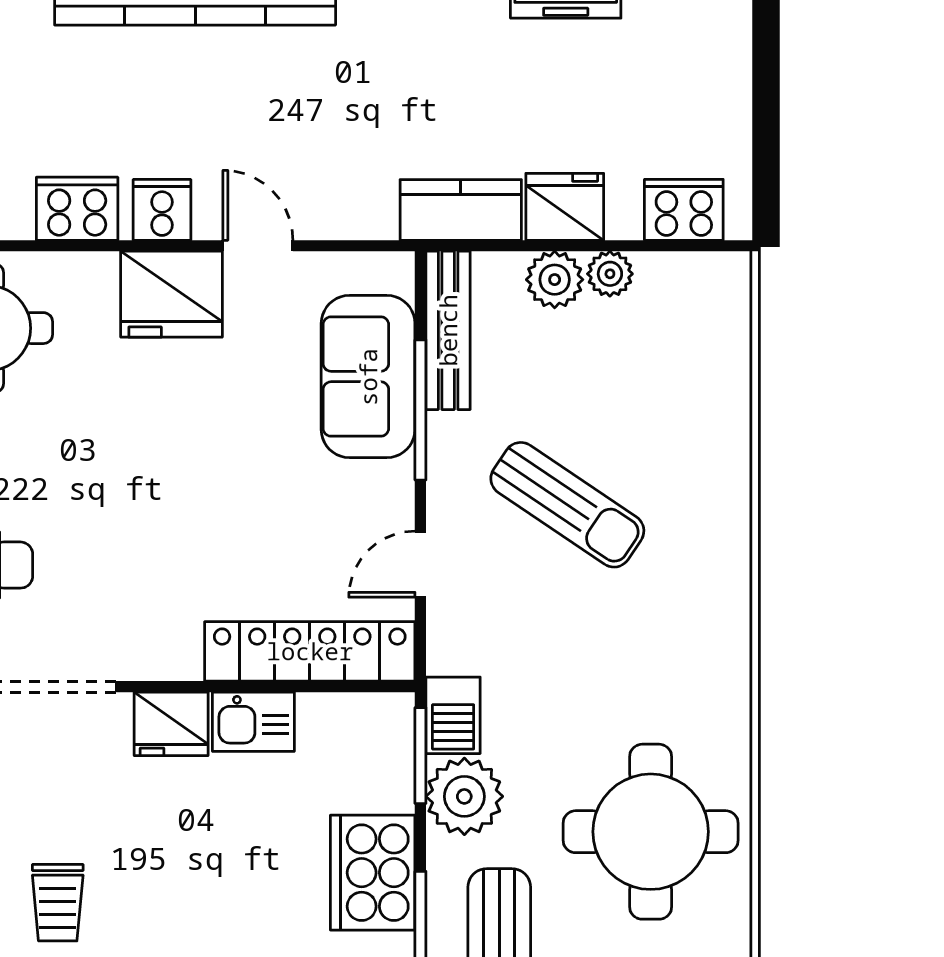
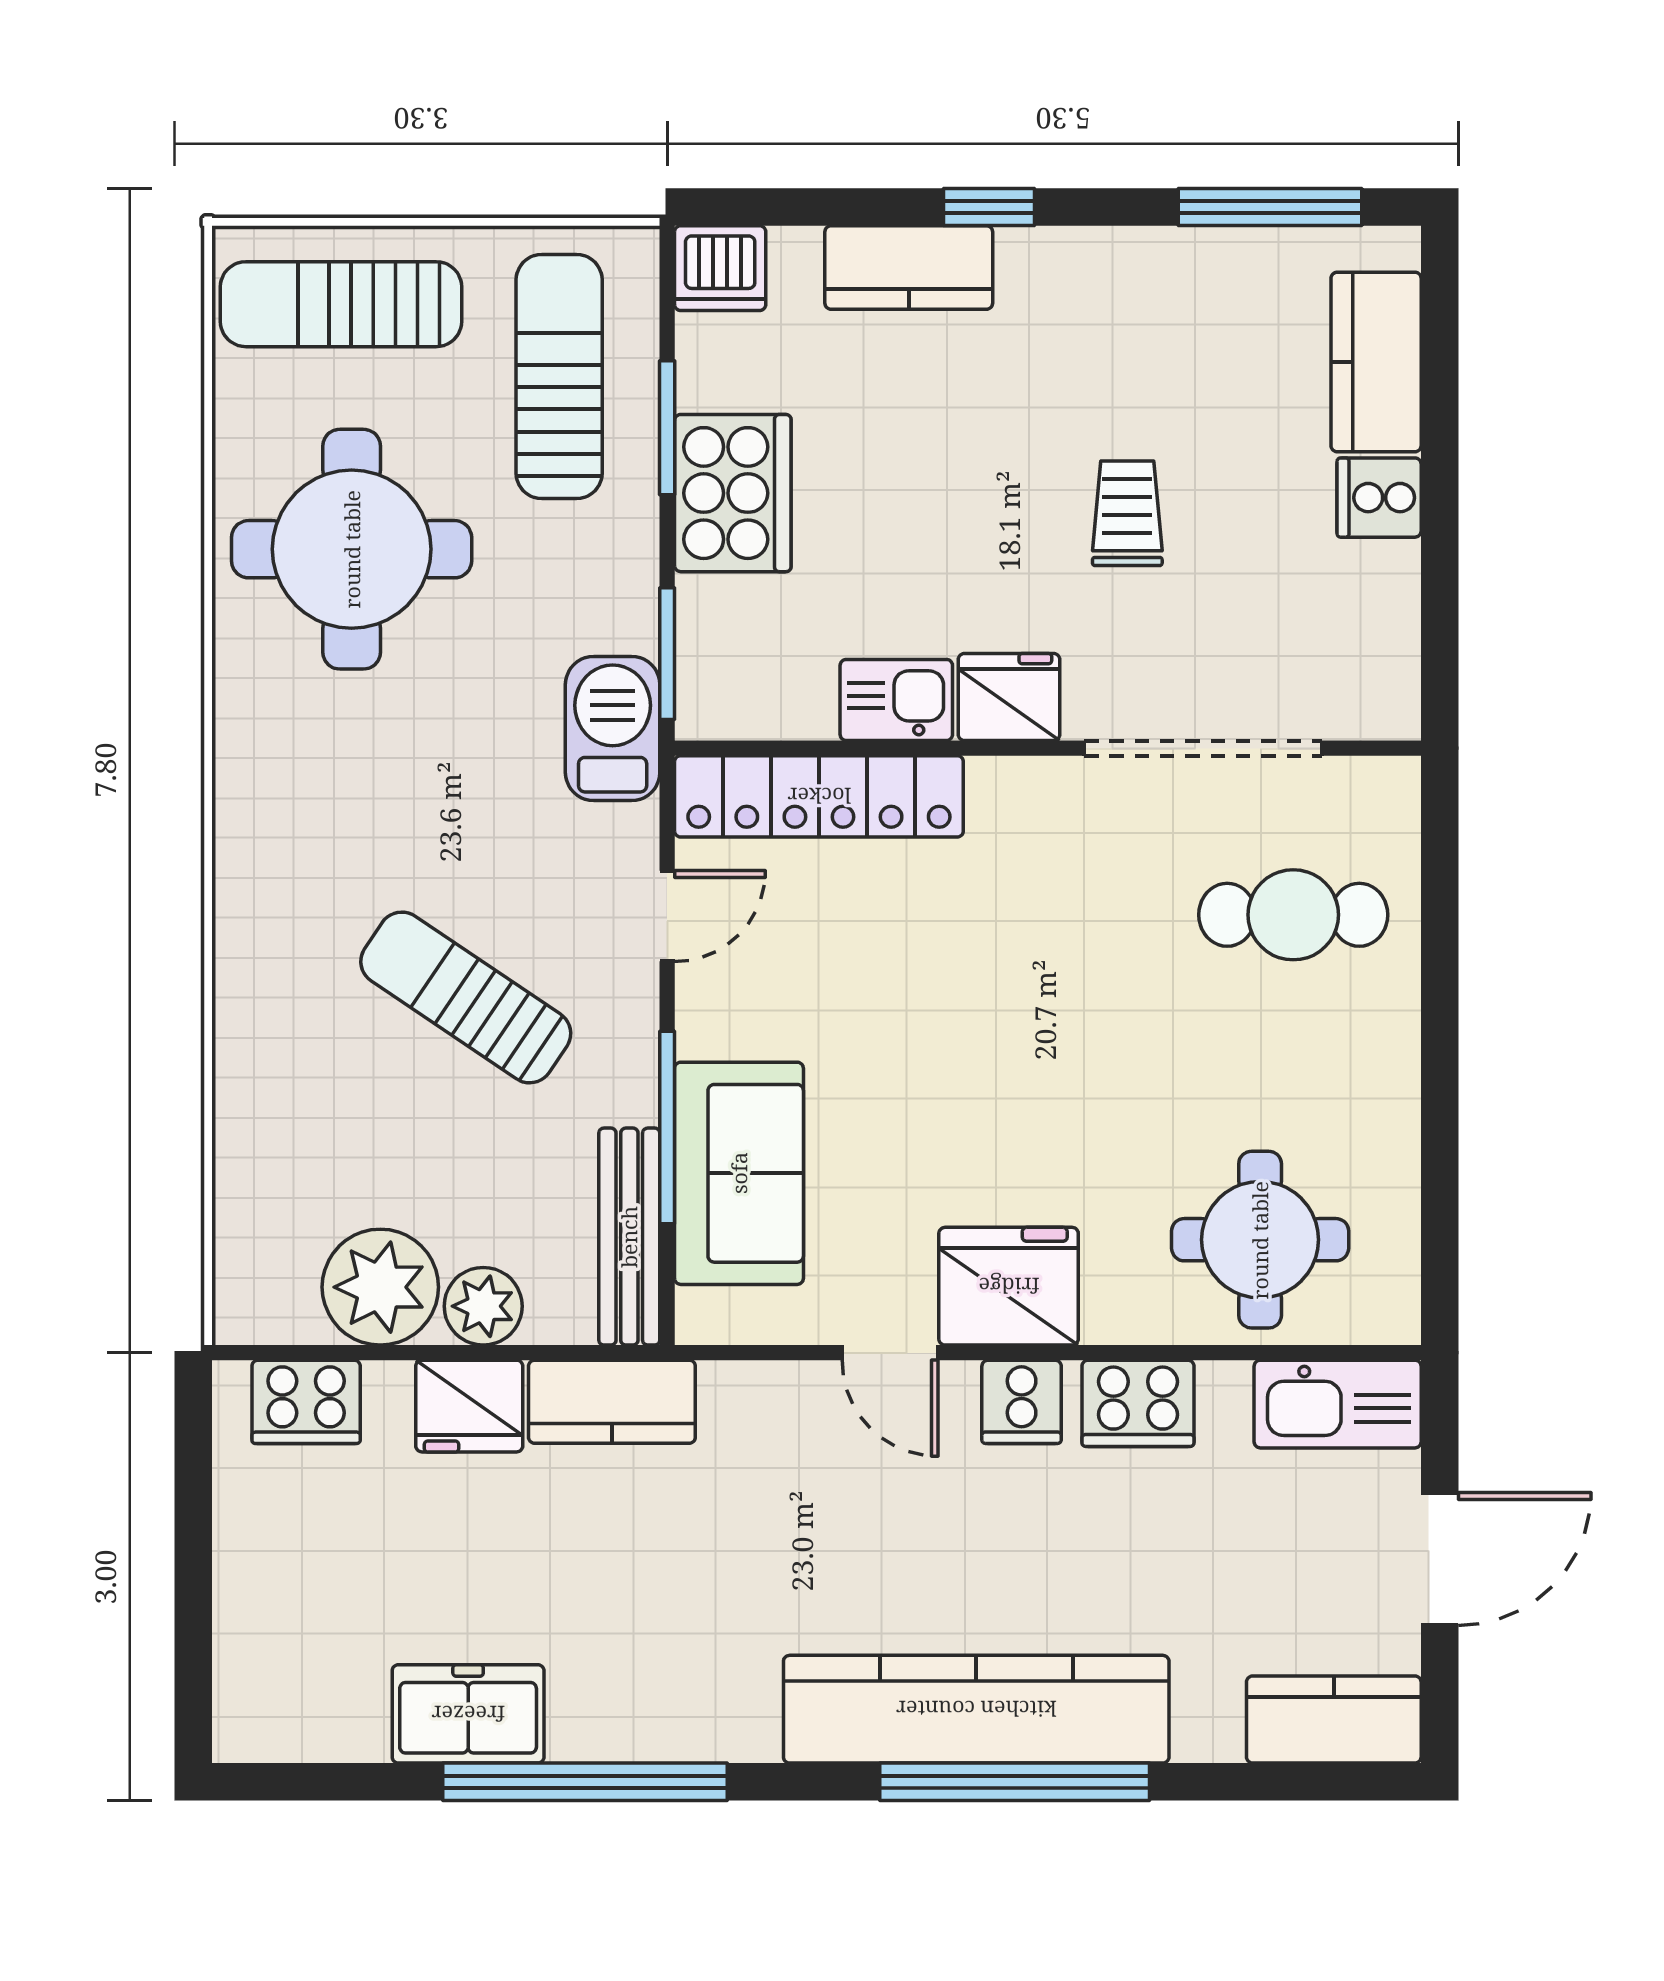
plant: (610, 274) -> (380, 1287), width x1.88, depth x1.88
barbecue: (453, 715) -> (613, 728), width x1.38, depth x1.27
plant: (464, 796) -> (607, 598), removed
trolley: (58, 903) -> (1127, 513), moved

